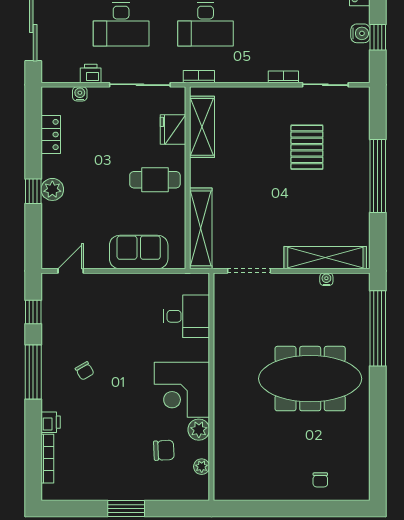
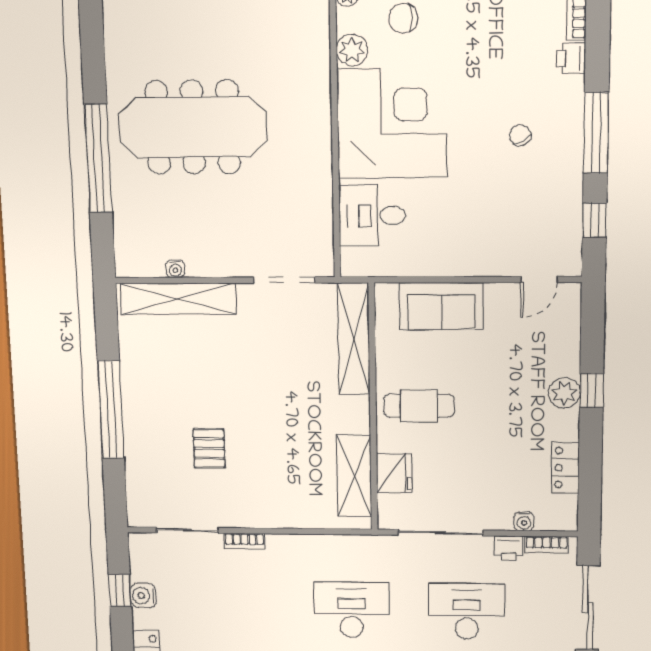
bookcase: (199, 77) -> (547, 544), moved
pallet: (307, 147) -> (209, 448), width x0.67, depth x0.71
window: (378, 328) -> (98, 158), moved
corner desk: (182, 390) -> (392, 123), width x1.36, depth x1.36

